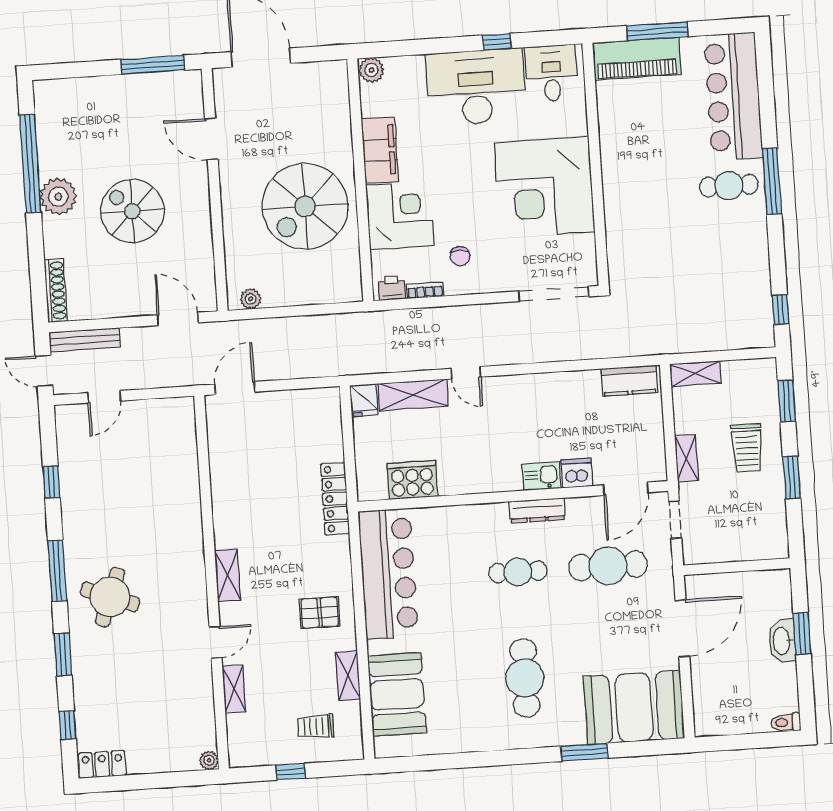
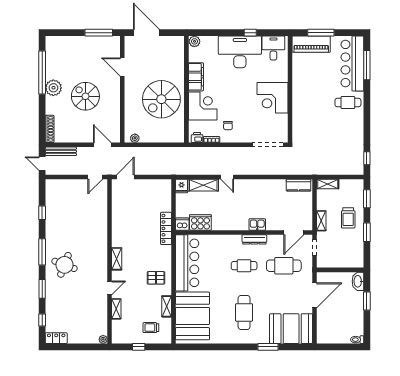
window: (772, 181) -> (367, 65), moved
corner desk: (544, 187) -> (273, 98), width x0.74, depth x0.74
door: (104, 397) -> (95, 177), moved
dishwasher: (577, 473) -> (182, 224), moved
washbasin: (782, 641) -> (358, 281), moved
booth: (397, 694) -> (193, 316), width x1.36, depth x1.42

